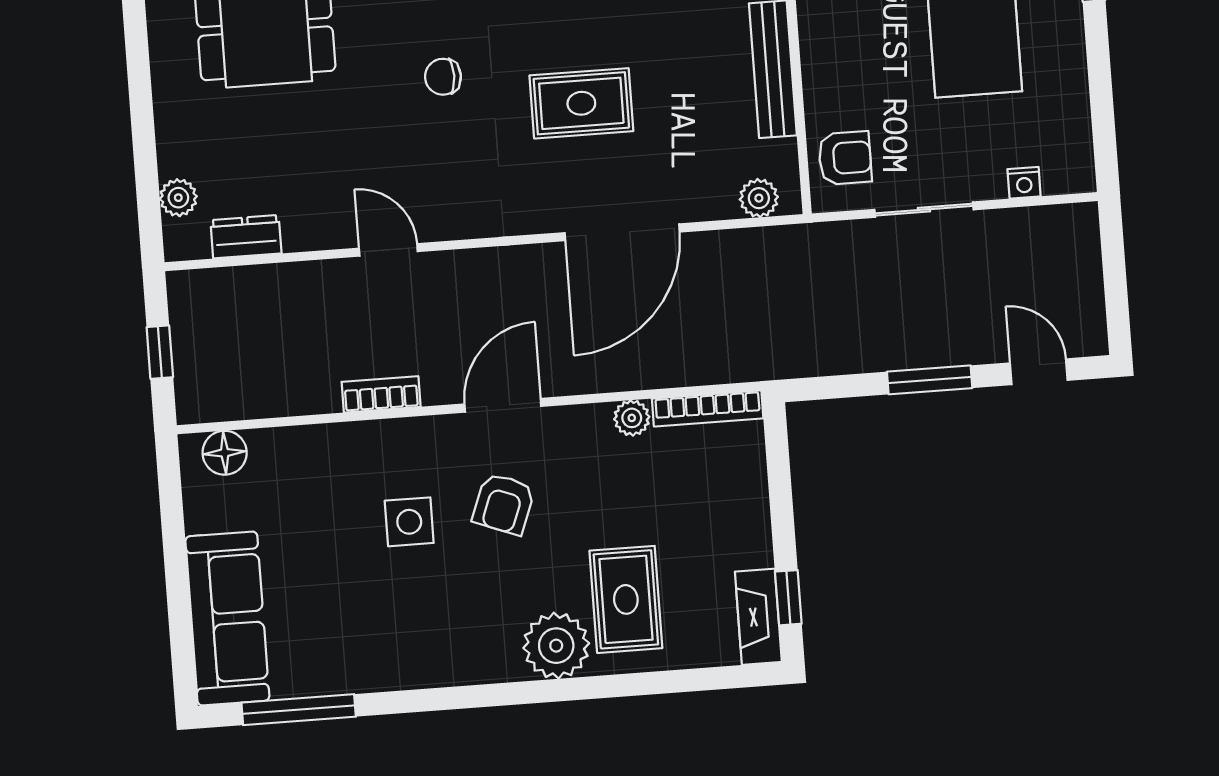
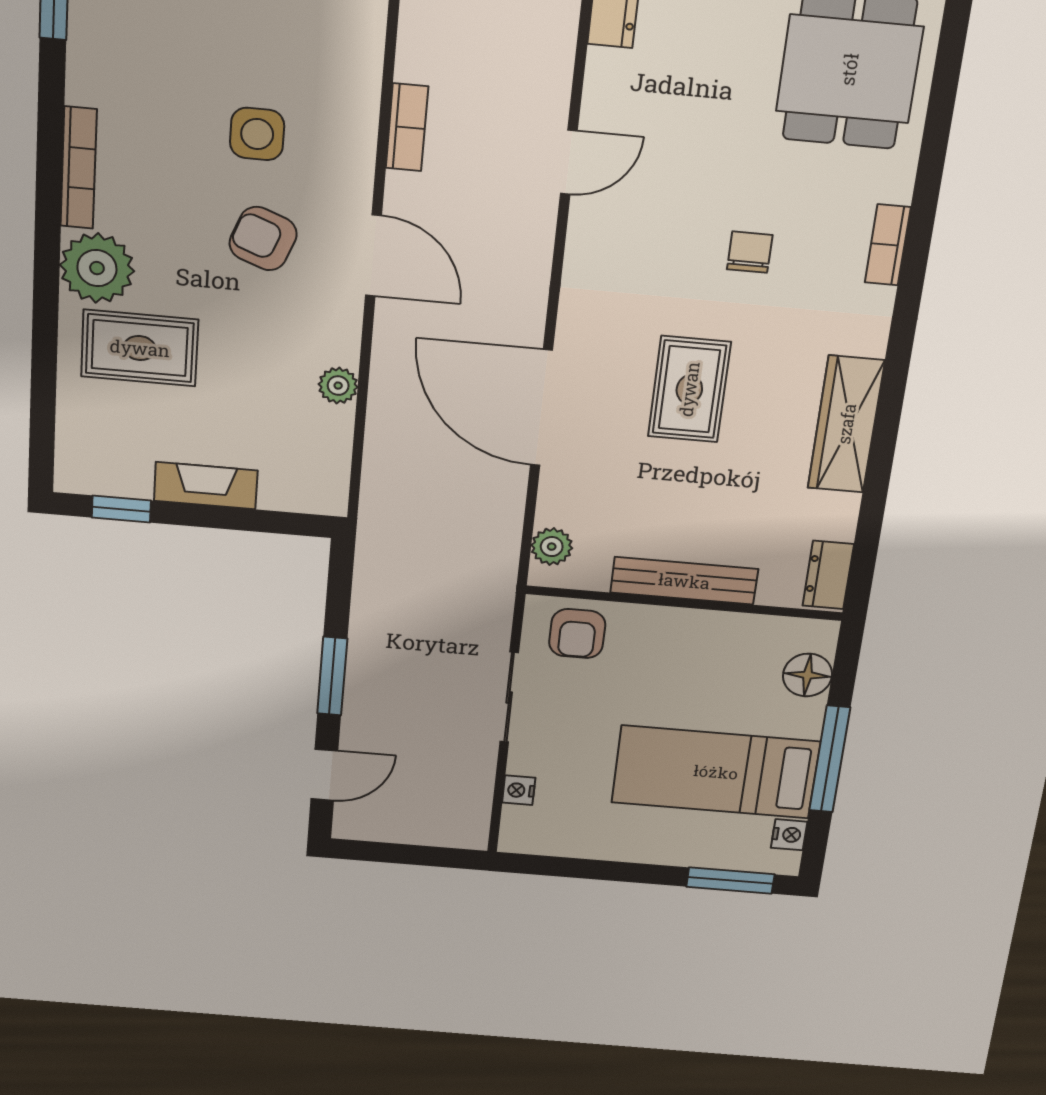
bookcase: (708, 408) -> (79, 168), moved, turned 180
fireplace: (758, 617) -> (206, 486), moved

